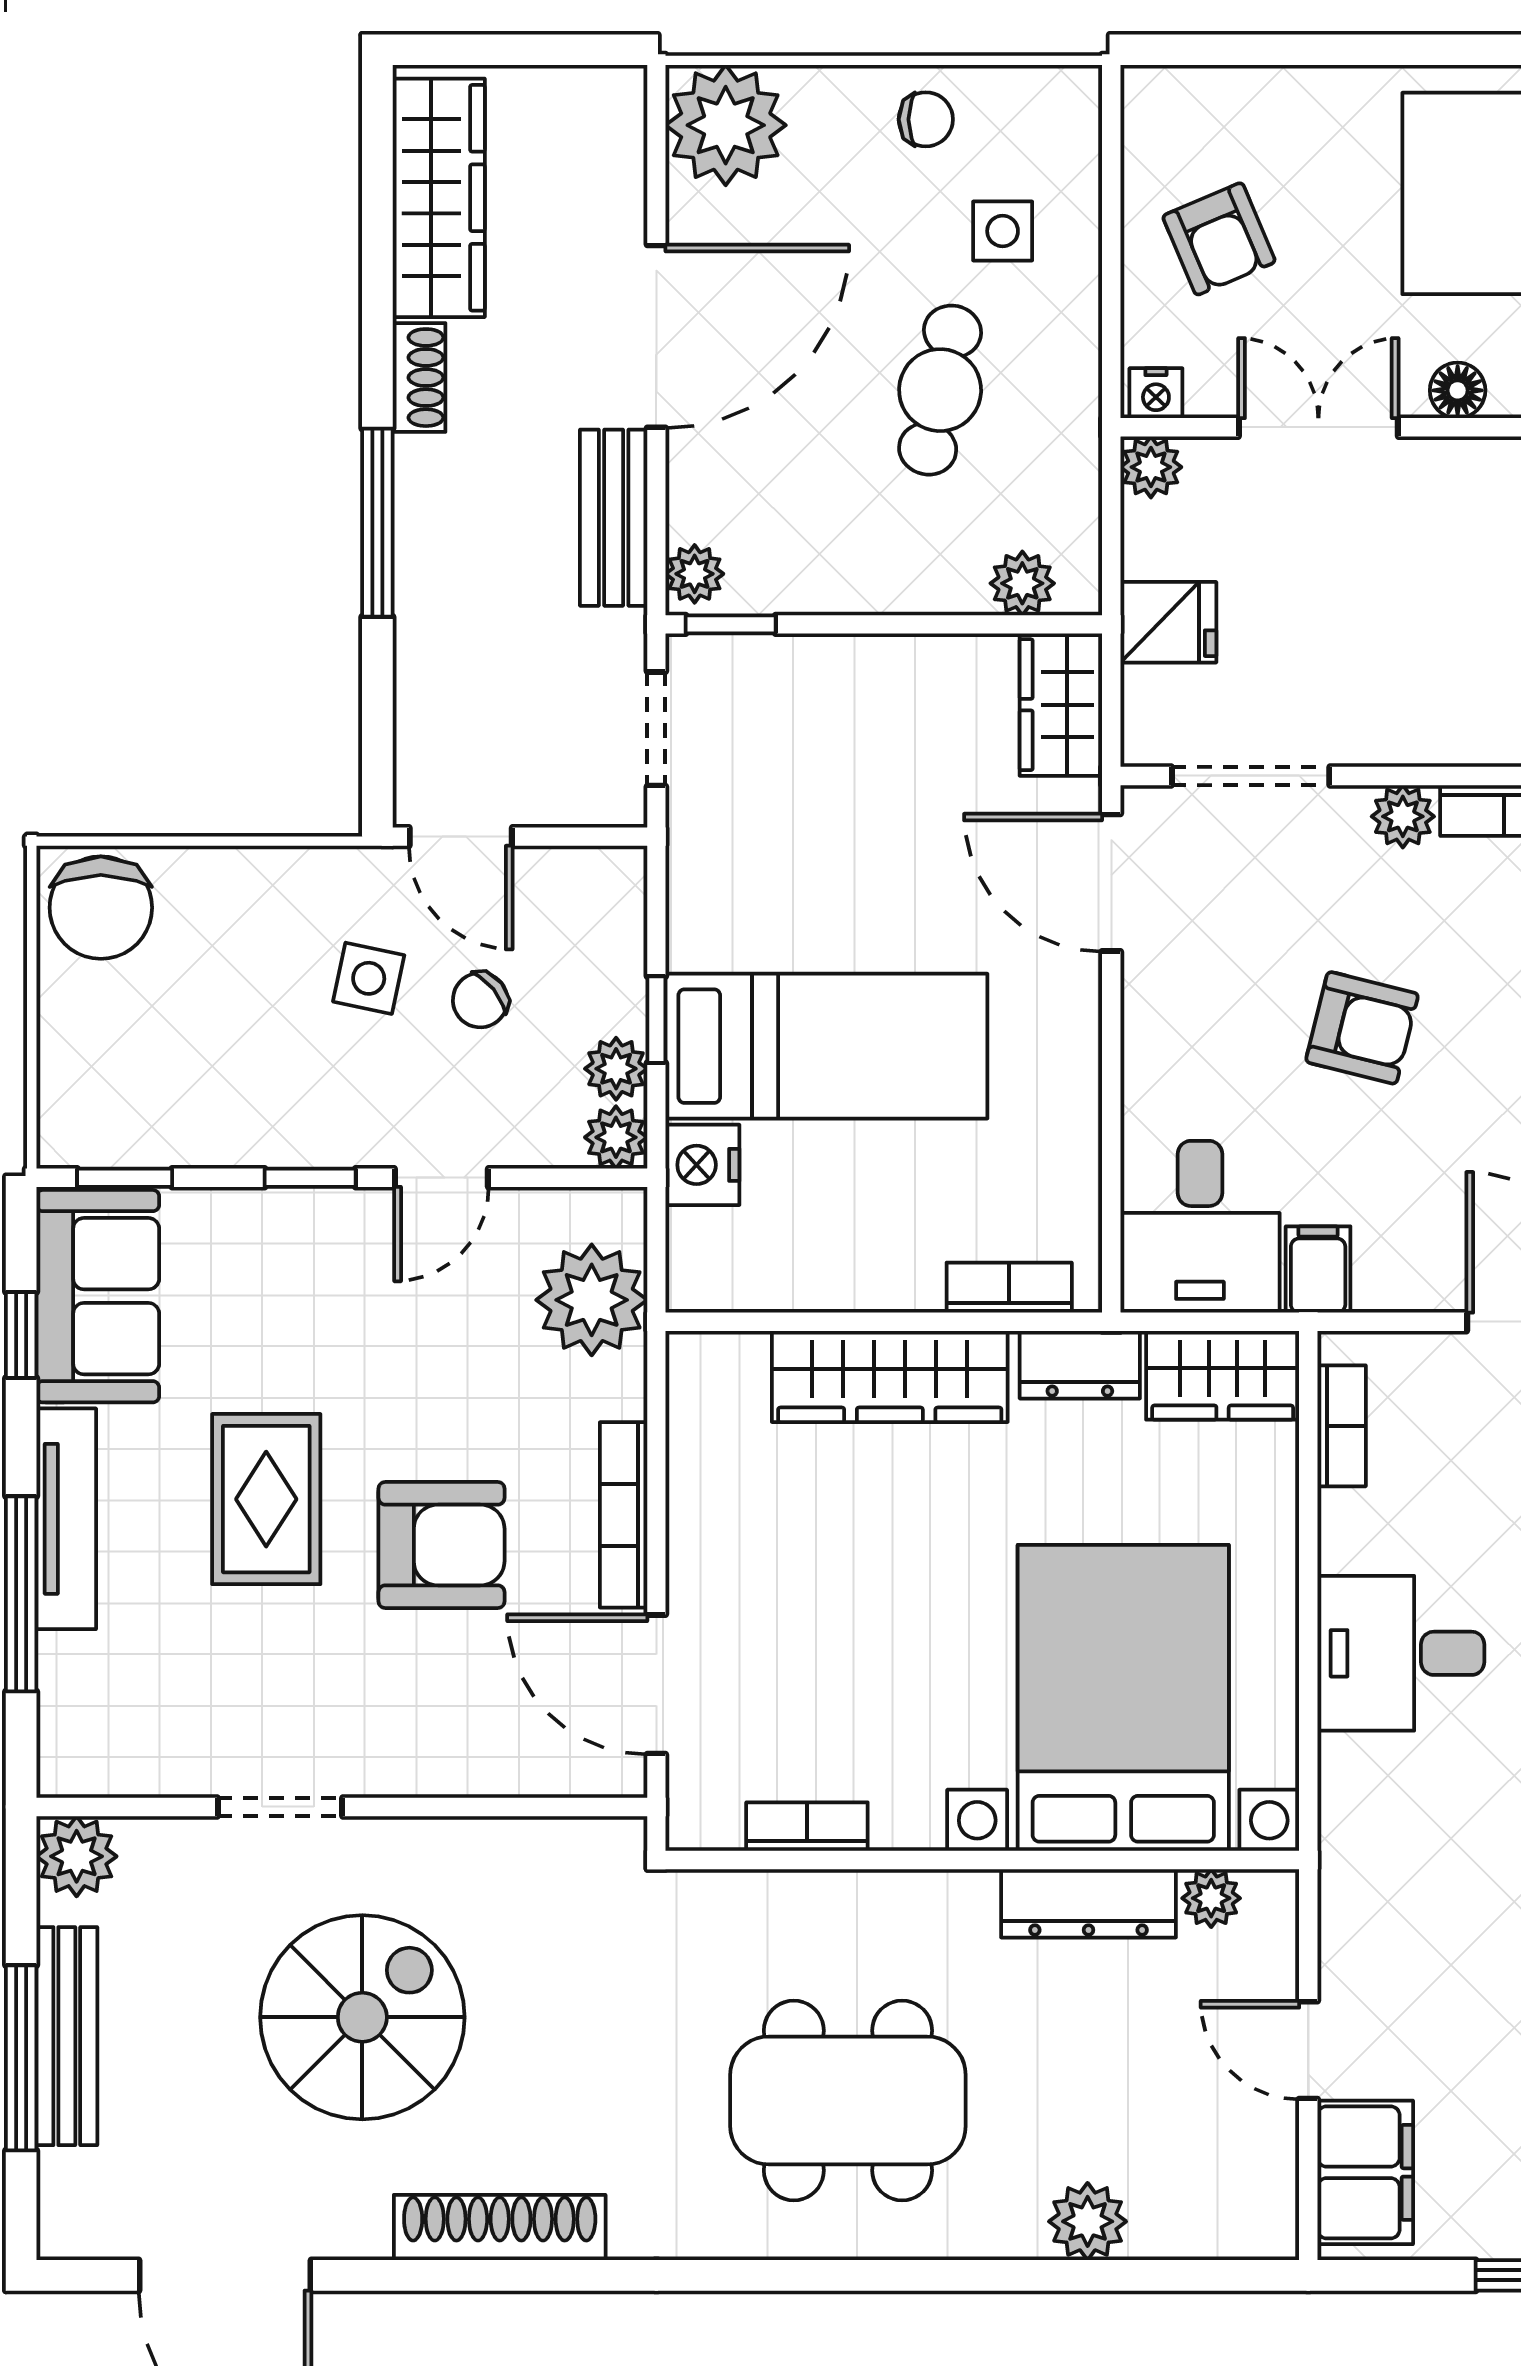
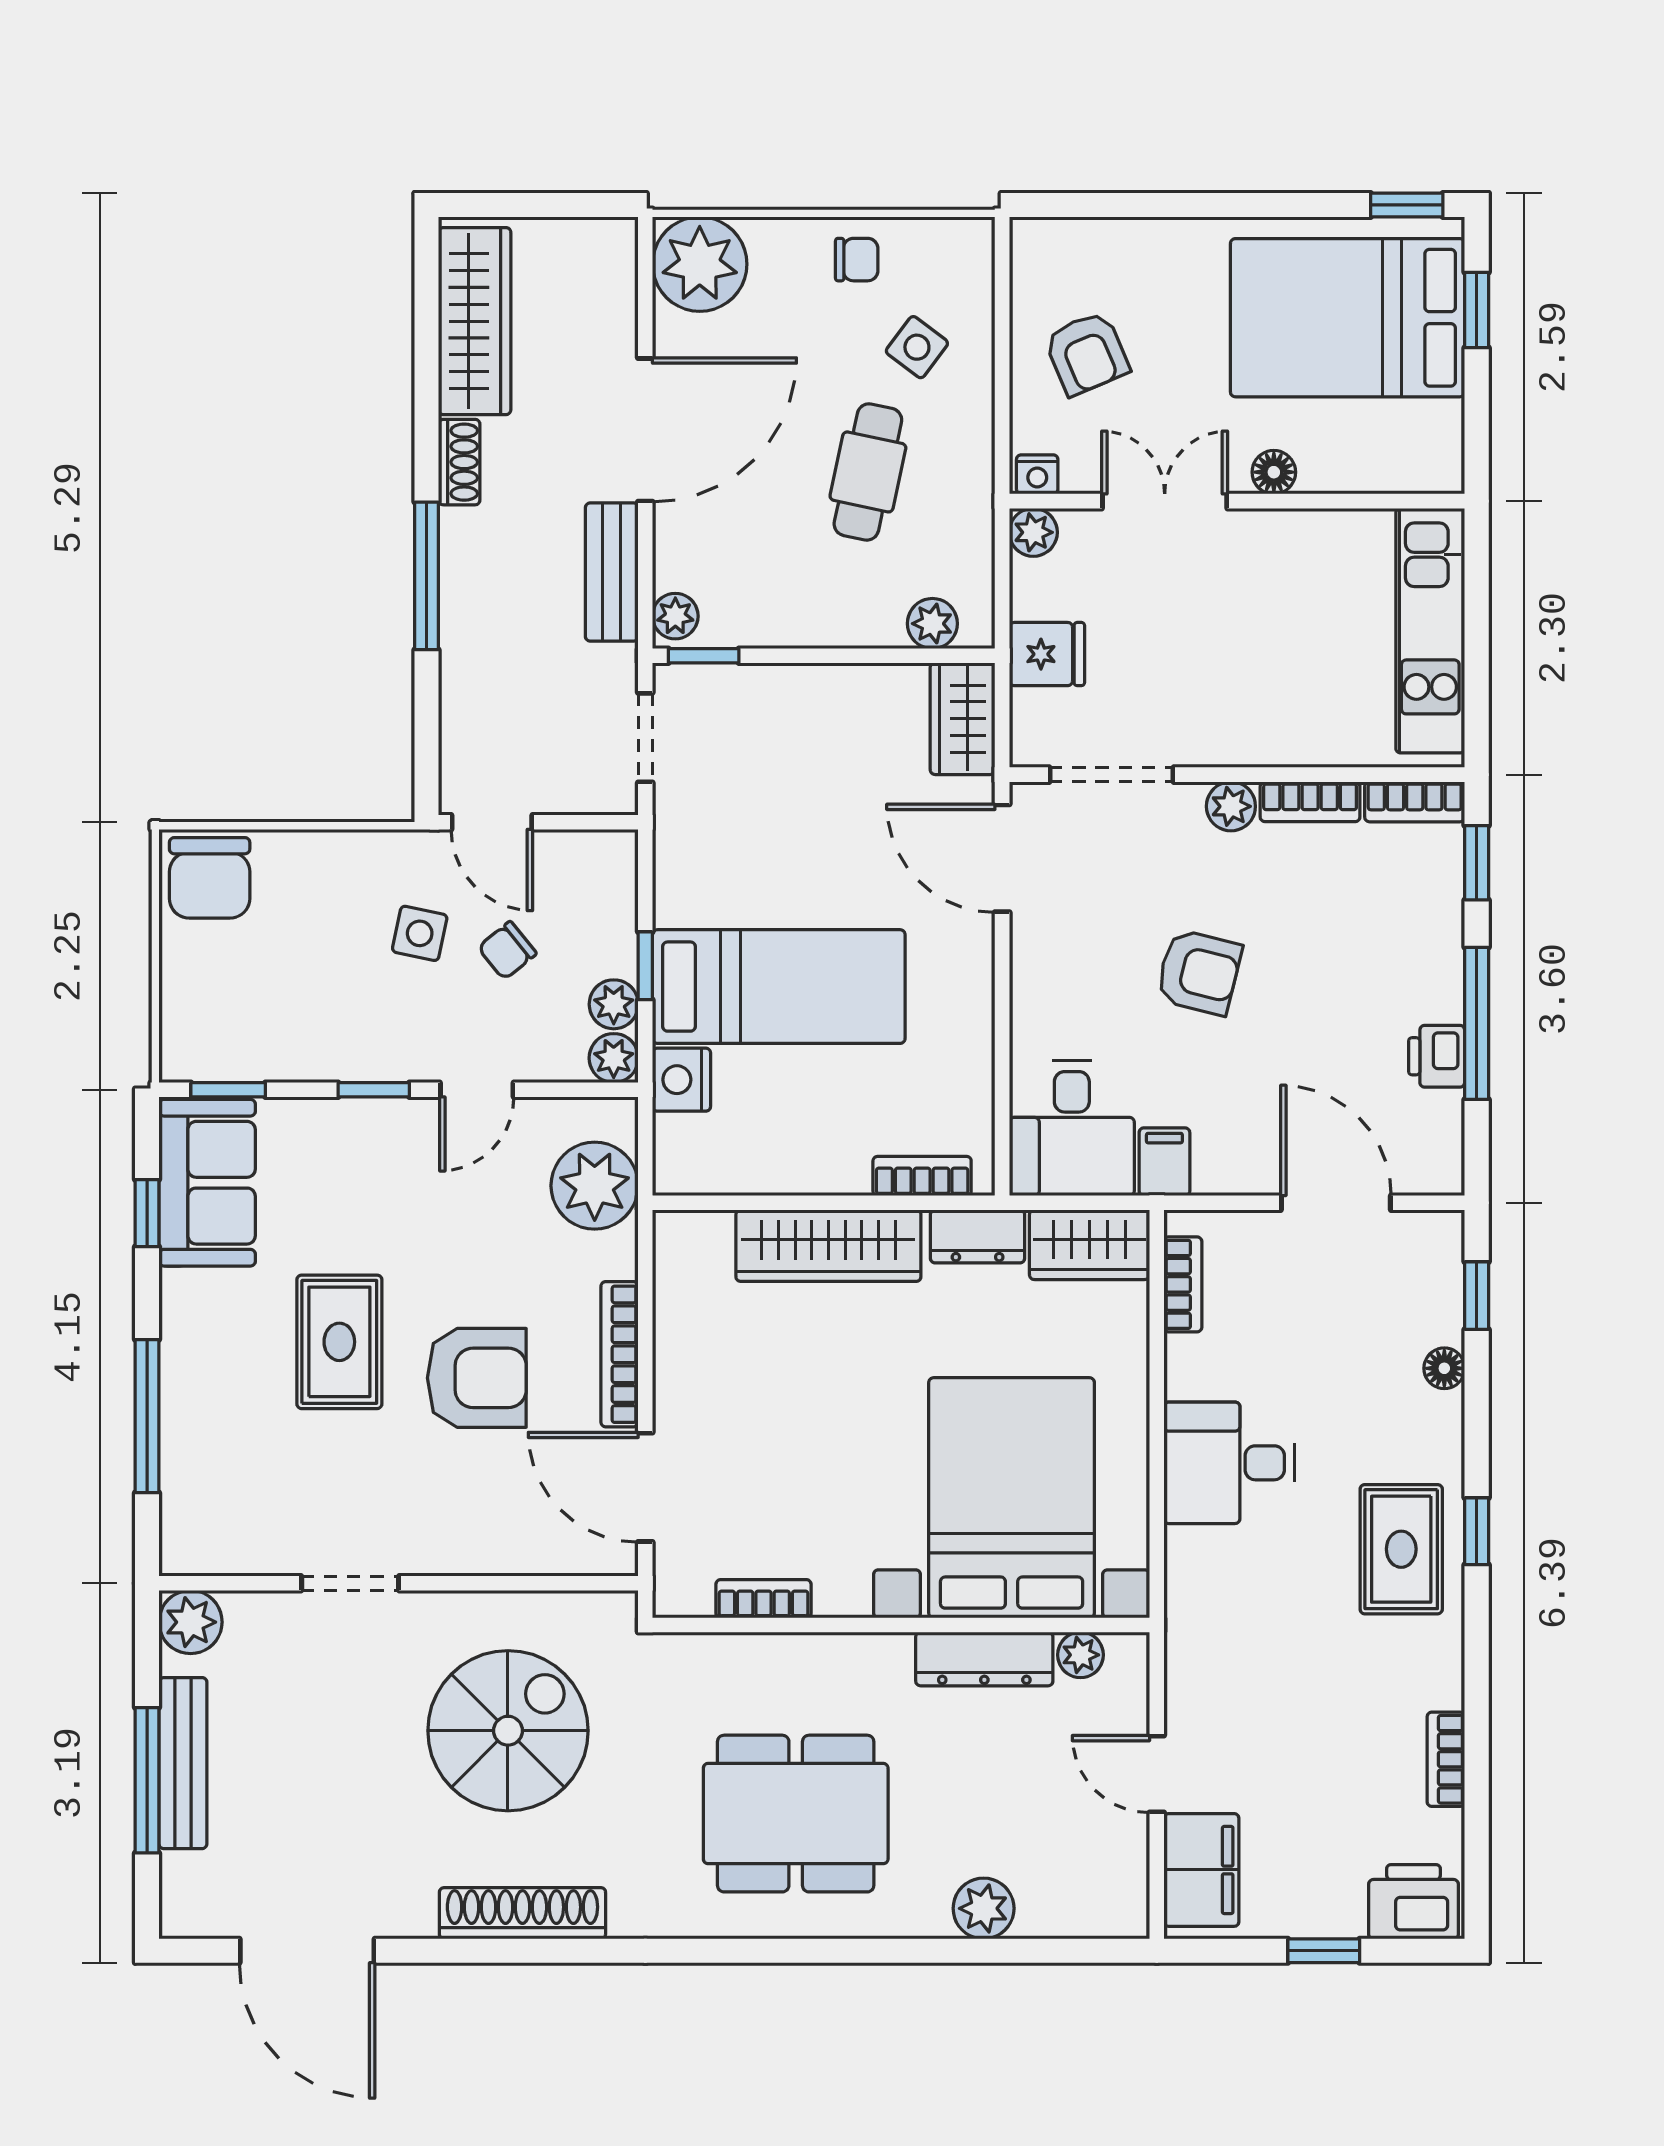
side table: (1003, 231) -> (917, 347), turned 37
tv unit: (66, 1519) -> (182, 1357), removed
spiral stairs: (362, 2017) -> (508, 1731), moved

